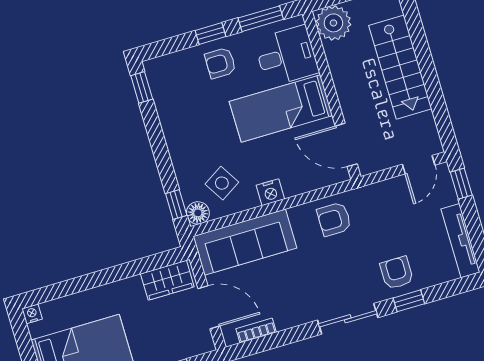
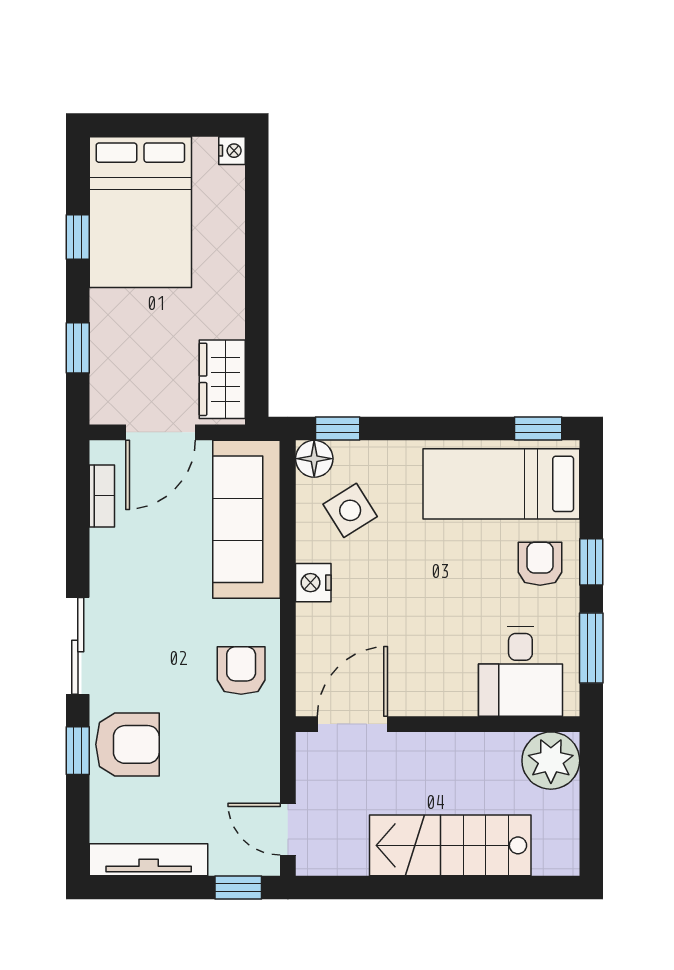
bed: (281, 108) -> (501, 484), moved, turned -90
armchair: (397, 273) -> (127, 744), width x1.38, depth x1.38

